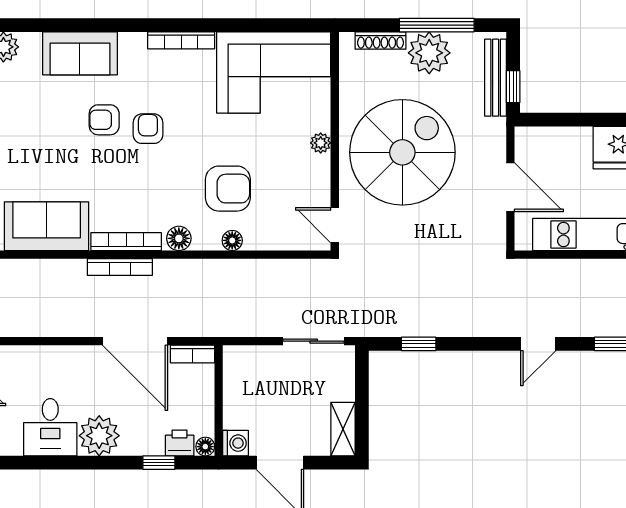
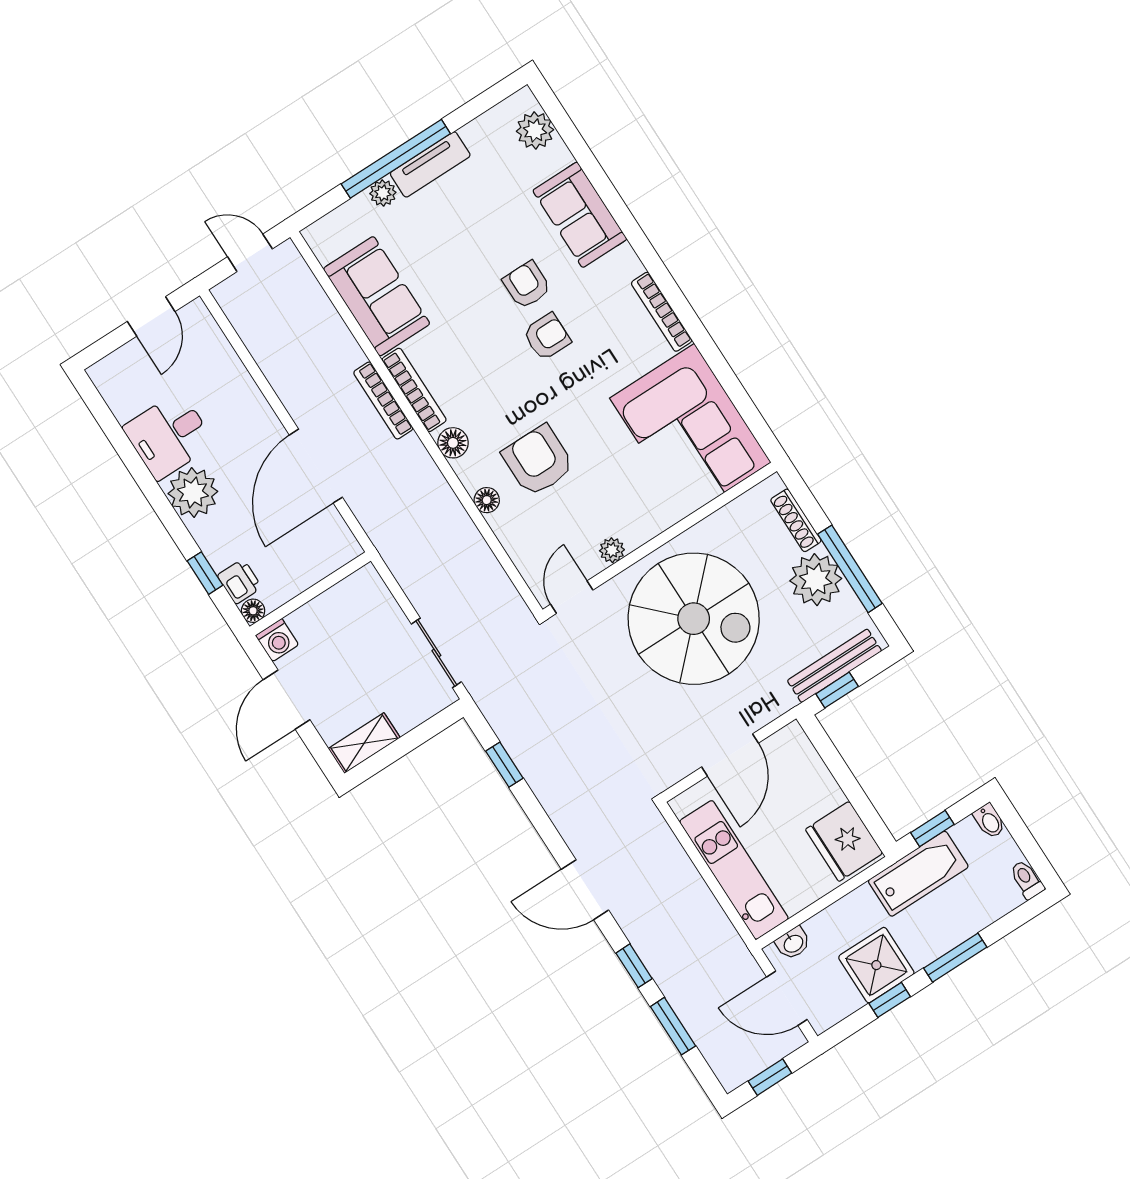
plant: (321, 143) -> (612, 550), moved
armchair: (228, 189) -> (538, 461), turned 180
door: (538, 344) -> (585, 890), width x1.38
bookcase: (192, 354) -> (341, 535), removed

